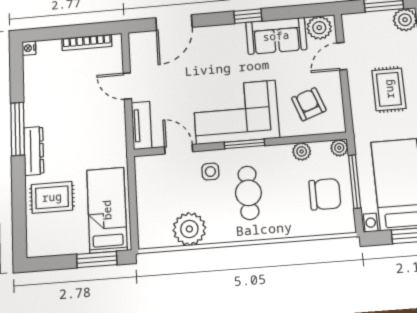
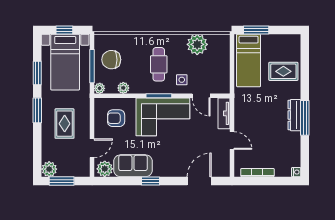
armchair: (309, 104) -> (116, 118), turned 110
dresser: (34, 151) -> (294, 115), moved

